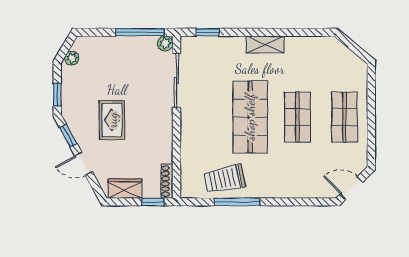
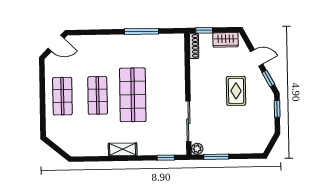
window: (140, 32) -> (216, 157), width x0.69
plant: (72, 58) -> (267, 136), removed
trolley: (225, 179) -> (151, 48), removed

